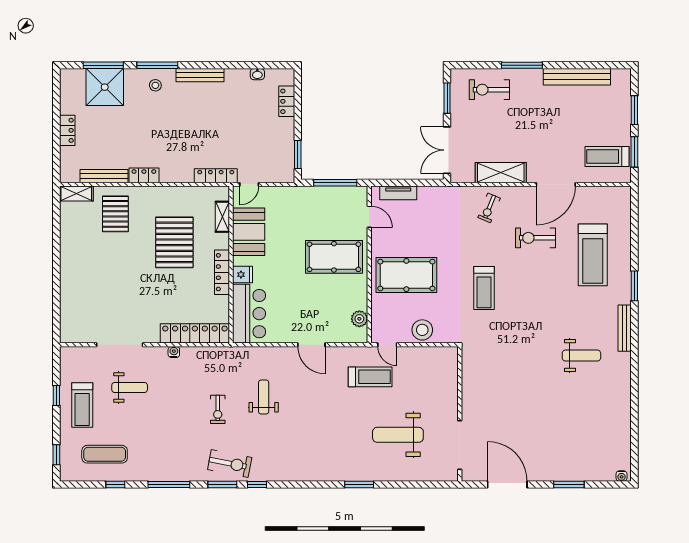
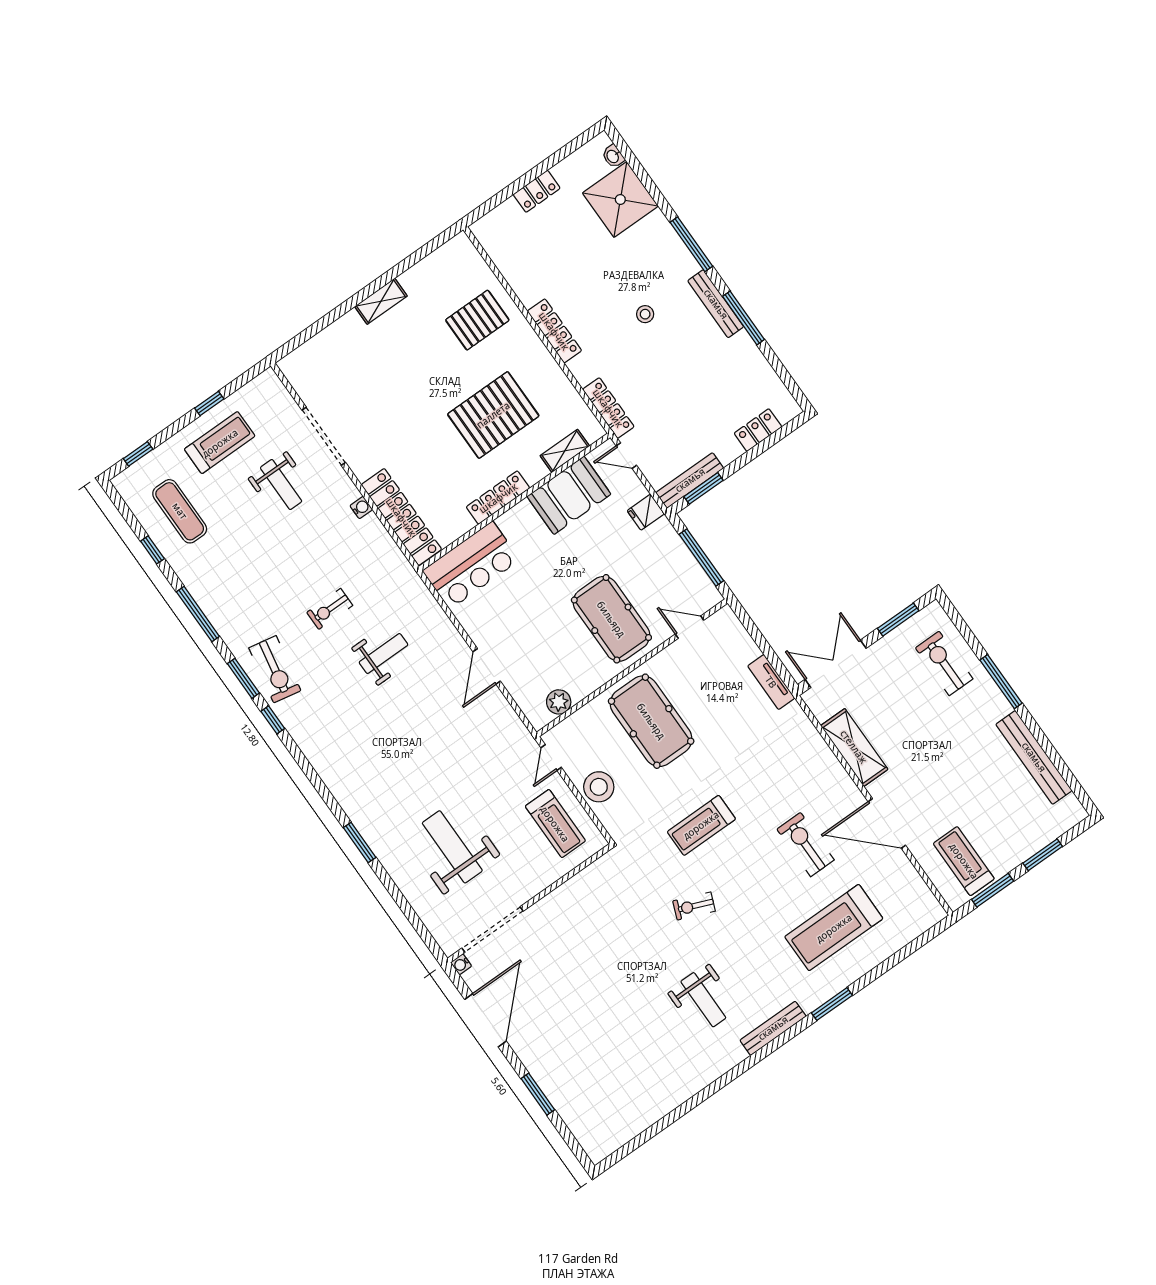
window: (103, 65) -> (743, 318), moved
washbasin: (257, 74) -> (613, 156), moved
stool: (155, 85) -> (645, 314), moved
locker: (144, 175) -> (554, 331), width x1.53
bench: (104, 176) -> (690, 480), moved, turned 90
tv unit: (398, 193) -> (771, 682), moved
shelving: (76, 194) -> (381, 301), moved, turned 90
exercise bike: (489, 208) -> (694, 906), moved
door: (369, 217) -> (690, 627), swing flipped
fridge: (243, 275) -> (646, 512), moved, turned 90
treadmill: (370, 377) -> (555, 824), moved
treadmill: (82, 405) -> (220, 443), turned 180
water cooler: (622, 476) -> (461, 964), moved

